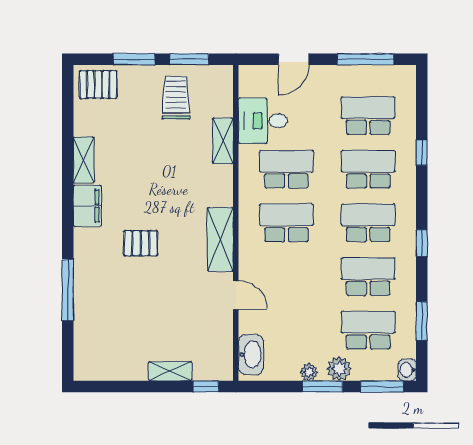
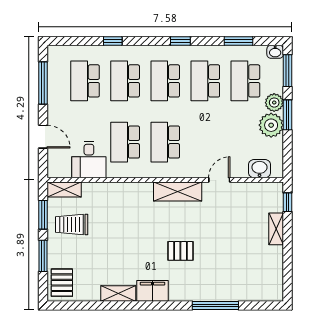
shelving: (223, 141) -> (64, 190), moved
pallet: (141, 243) -> (180, 251), turned 90
washbasin: (251, 355) -> (259, 169), width x0.72
plant: (309, 372) -> (271, 125), width x1.88, depth x1.88

